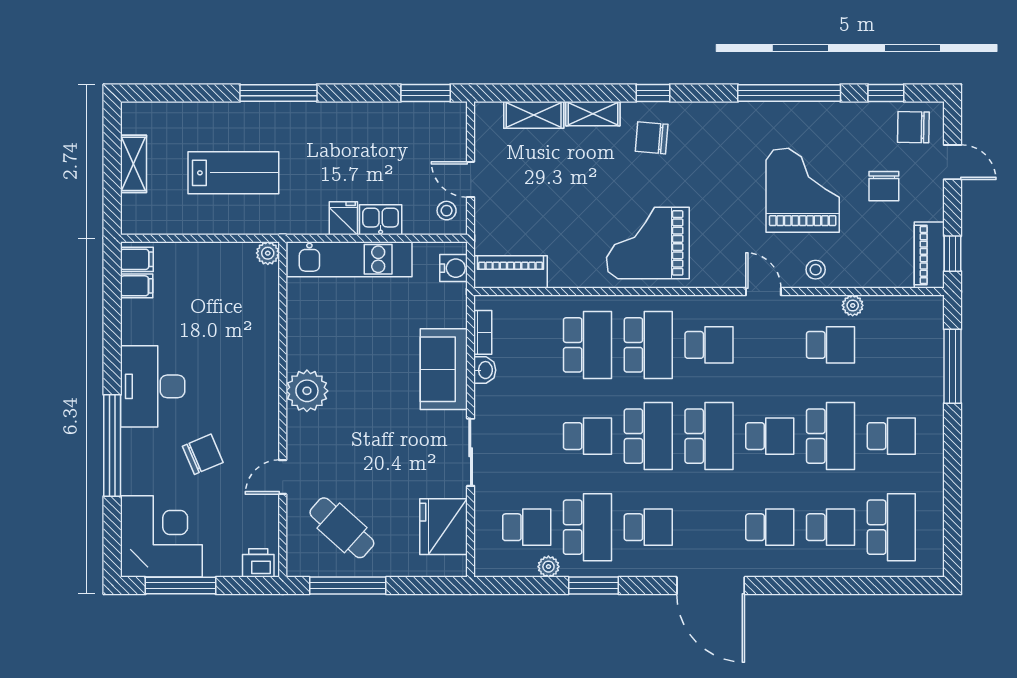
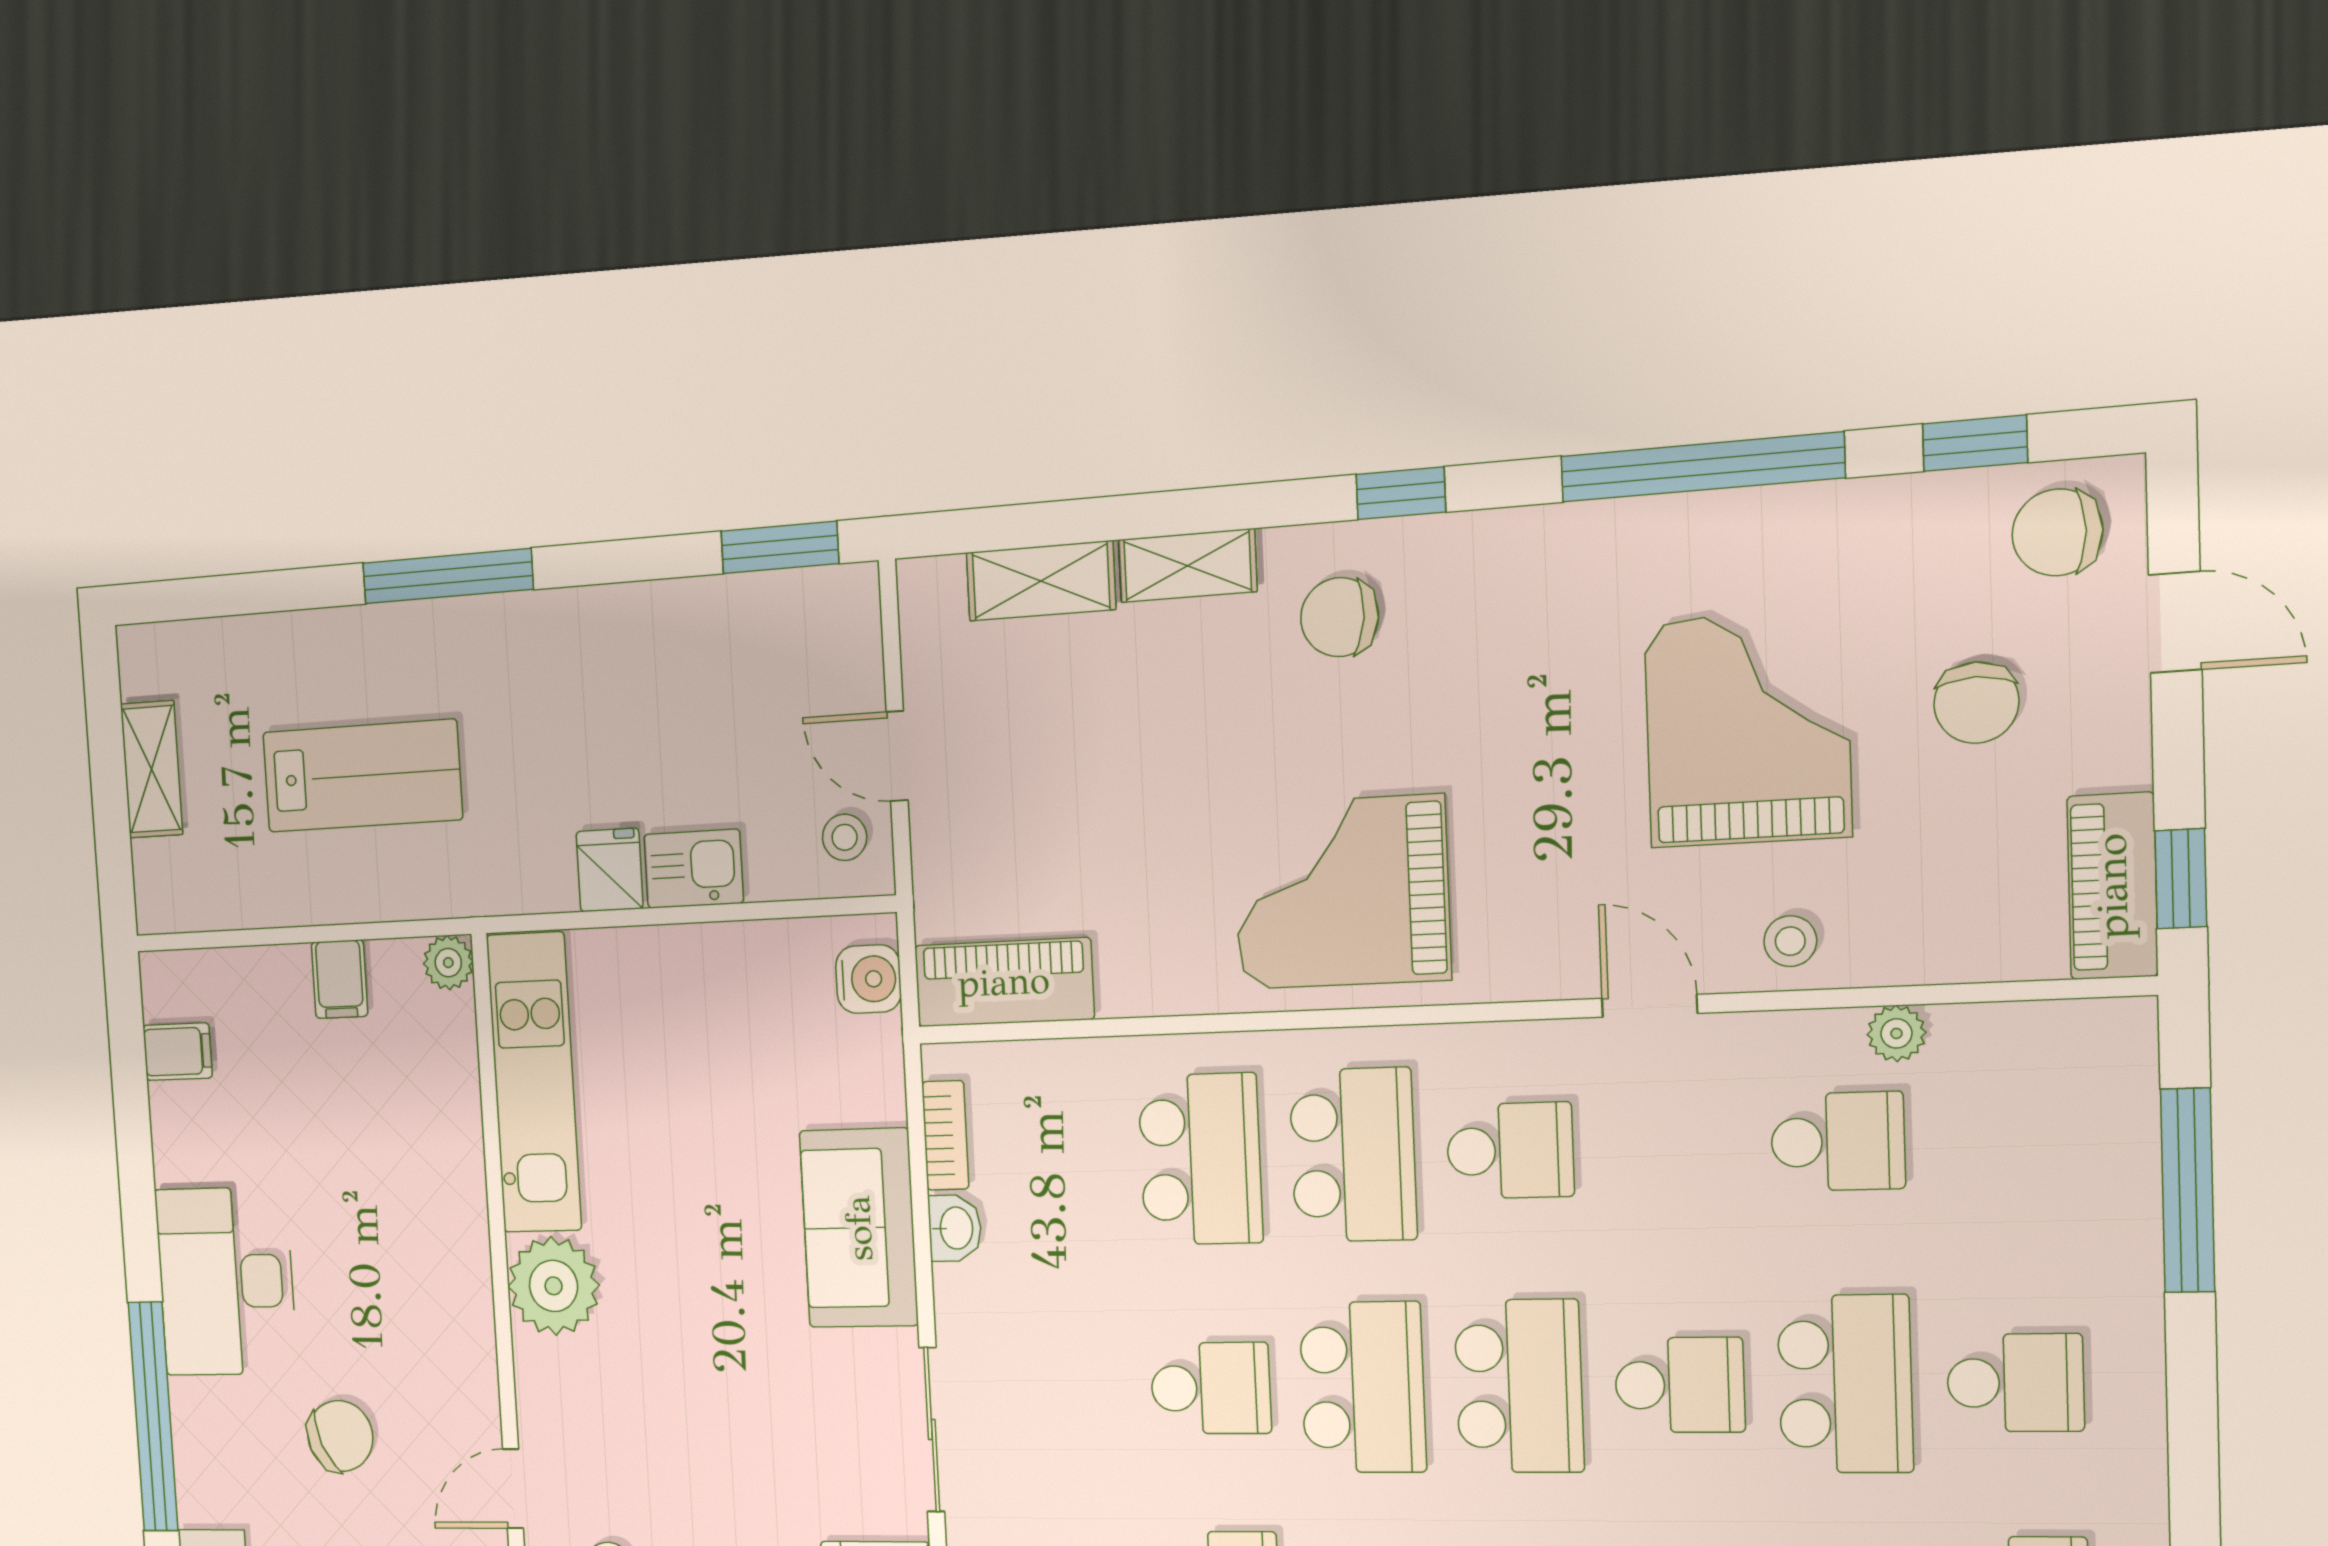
window: (653, 93) -> (1401, 493), moved
filing cabinet: (137, 259) -> (340, 979), moved, turned 90
kitchen unit: (349, 259) -> (534, 1083), moved, turned -90

